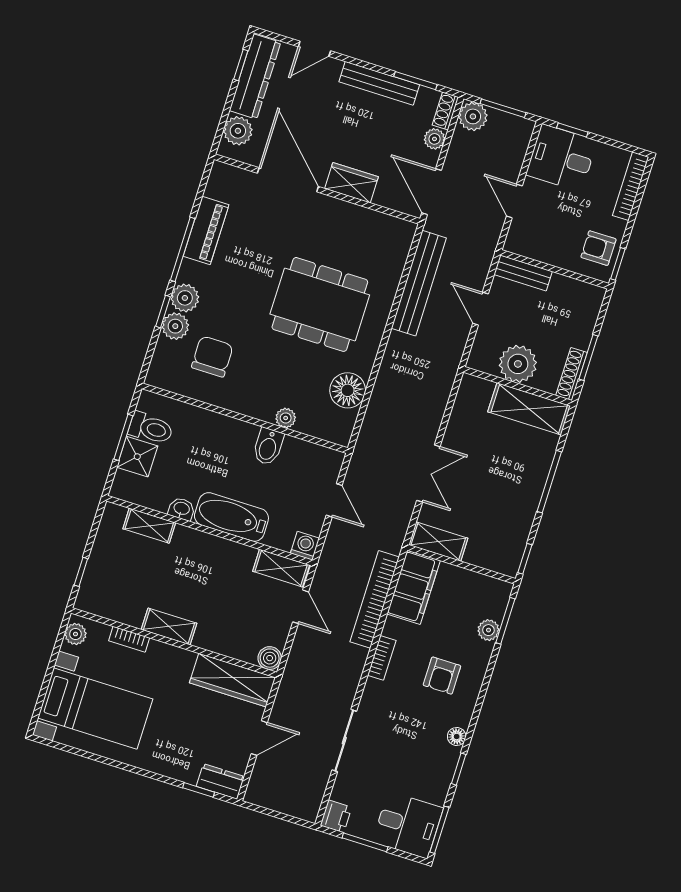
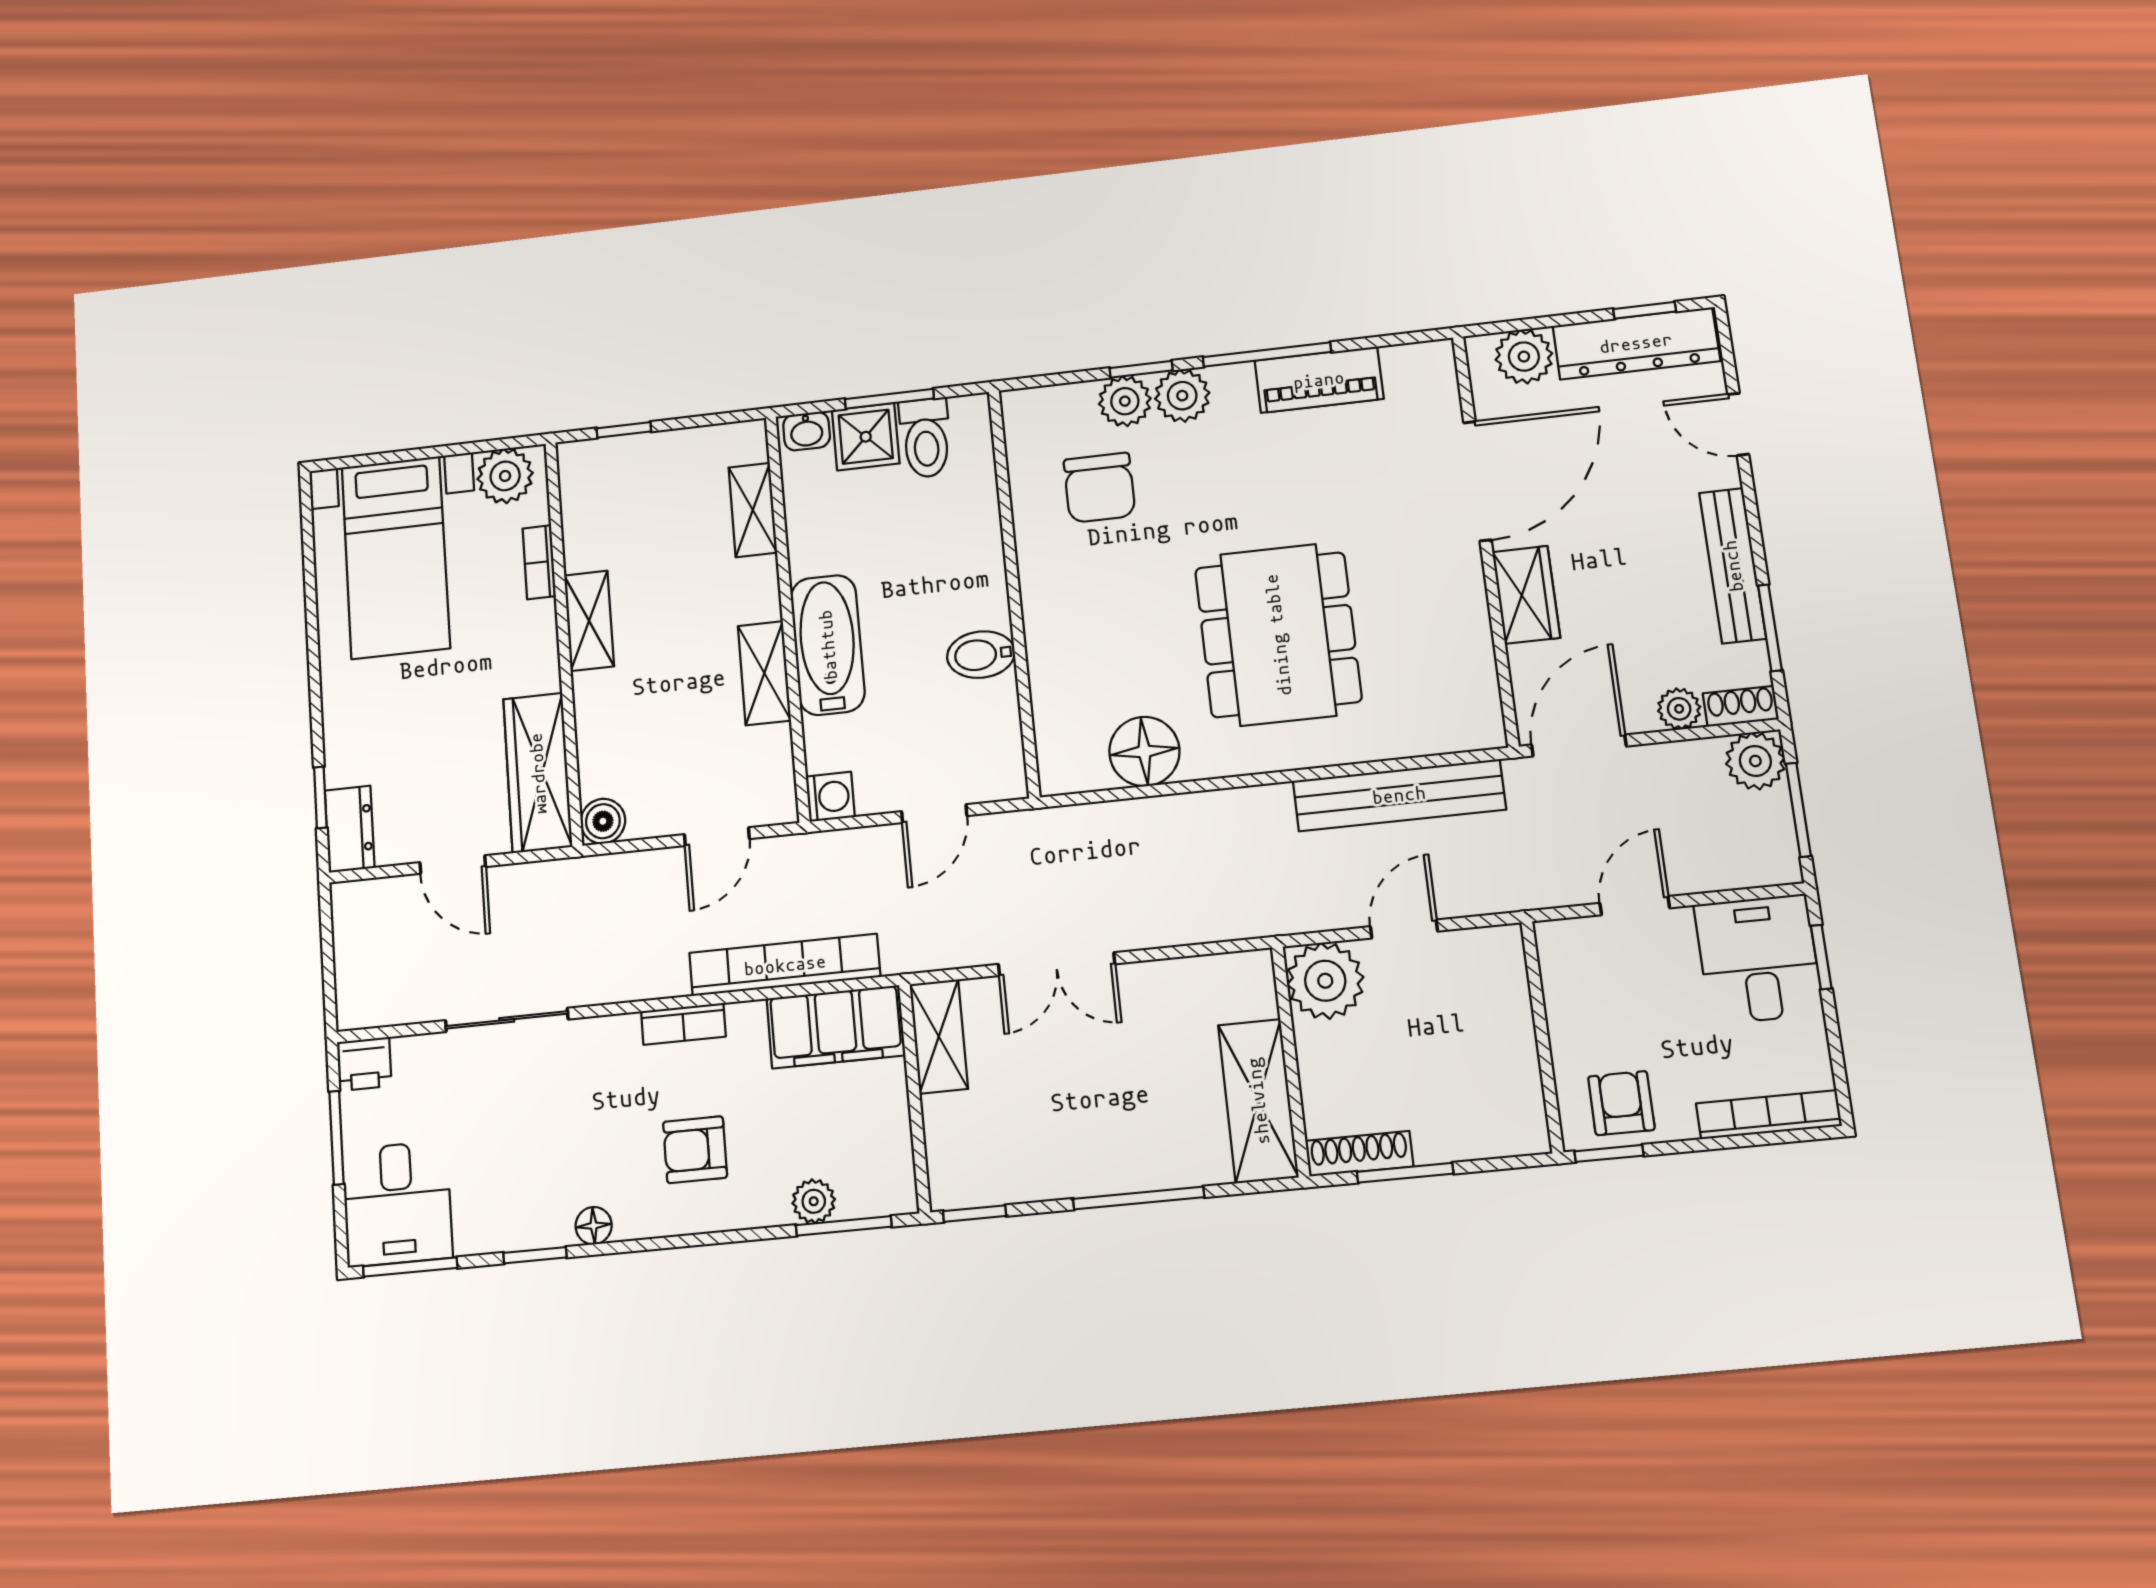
bench: (523, 273) -> (1507, 980), removed
chair: (212, 356) -> (1099, 488), turned 90
plant: (518, 364) -> (1325, 981), moved
plant: (286, 418) -> (1046, 663), removed
washbasin: (182, 509) -> (807, 431), moved, turned 90
shelving: (281, 568) -> (764, 673), moved
plant: (75, 634) -> (505, 476), width x1.38, depth x1.38

